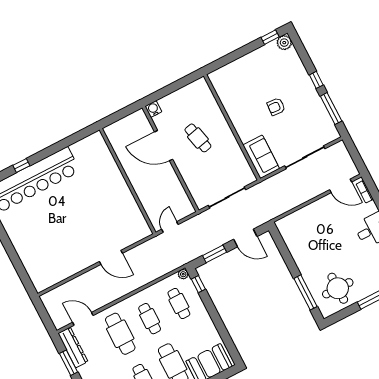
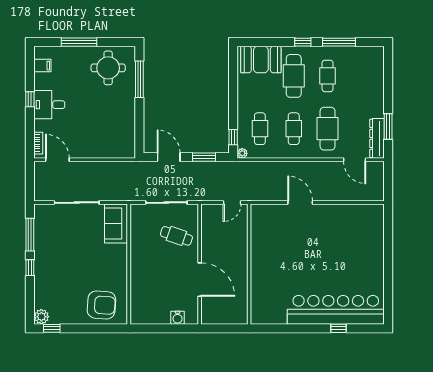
armchair: (276, 107) -> (101, 305), moved, width x1.88, depth x1.88
water cooler: (153, 109) -> (178, 318), moved
cafe table: (198, 138) -> (176, 236), moved, turned -58

